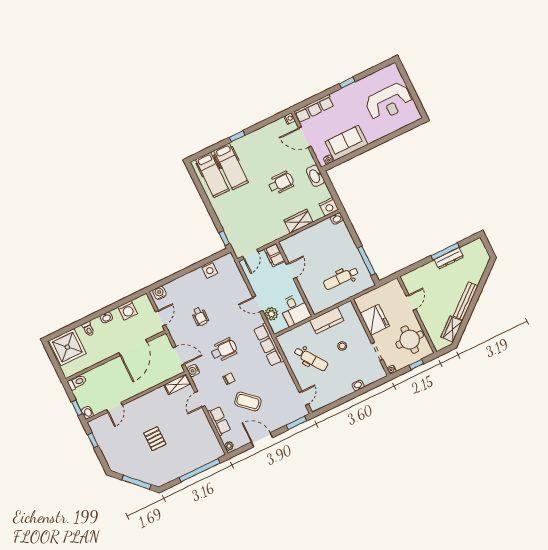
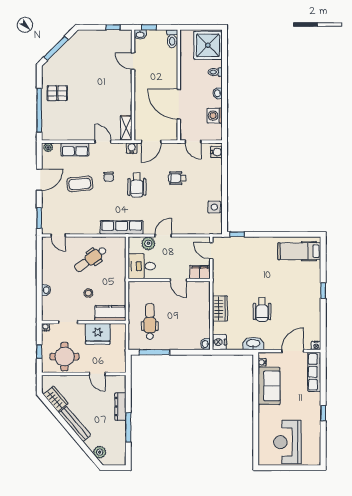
hospital bed: (231, 166) -> (299, 272), removed
dresser: (449, 258) -> (120, 407), moved
plant: (480, 266) -> (100, 452), added
kitchen counter: (327, 320) -> (110, 313), moved, turned 90
coffee table: (248, 401) -> (80, 184), turned 43
pallet: (155, 439) -> (57, 93), moved

